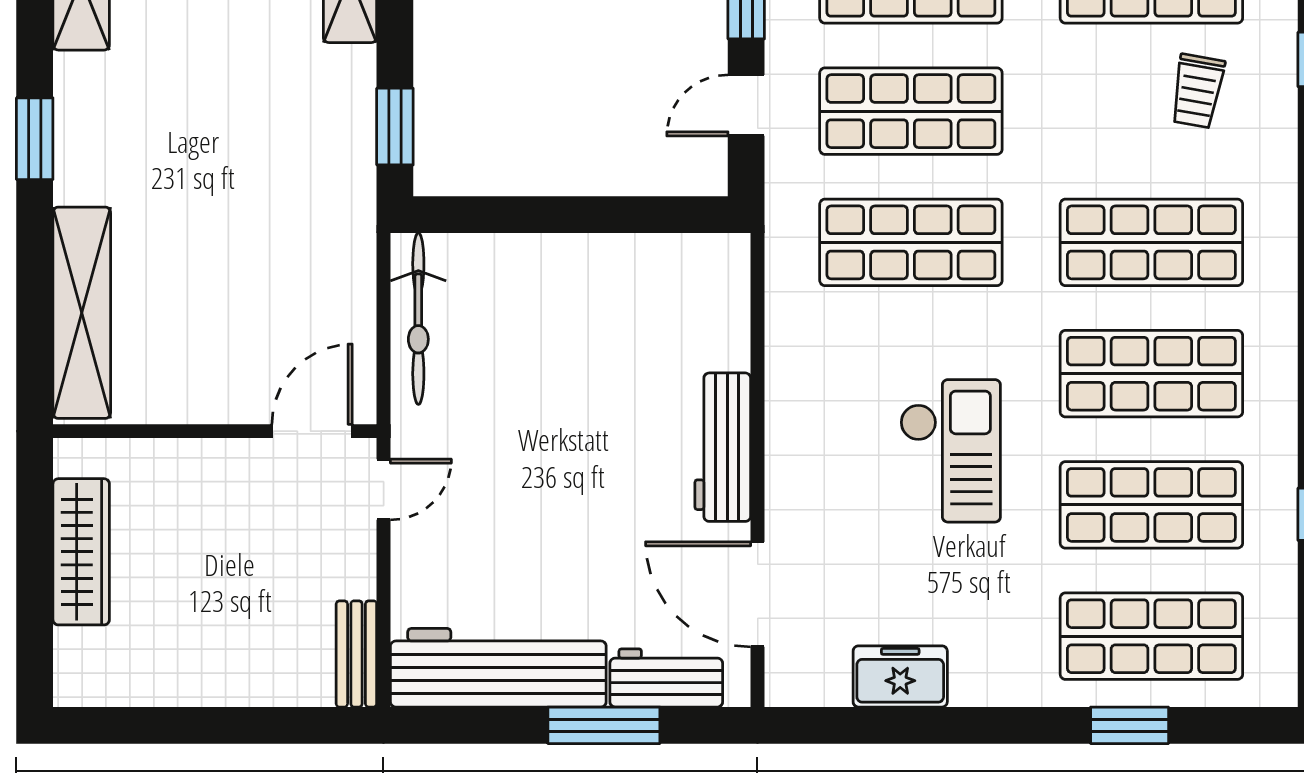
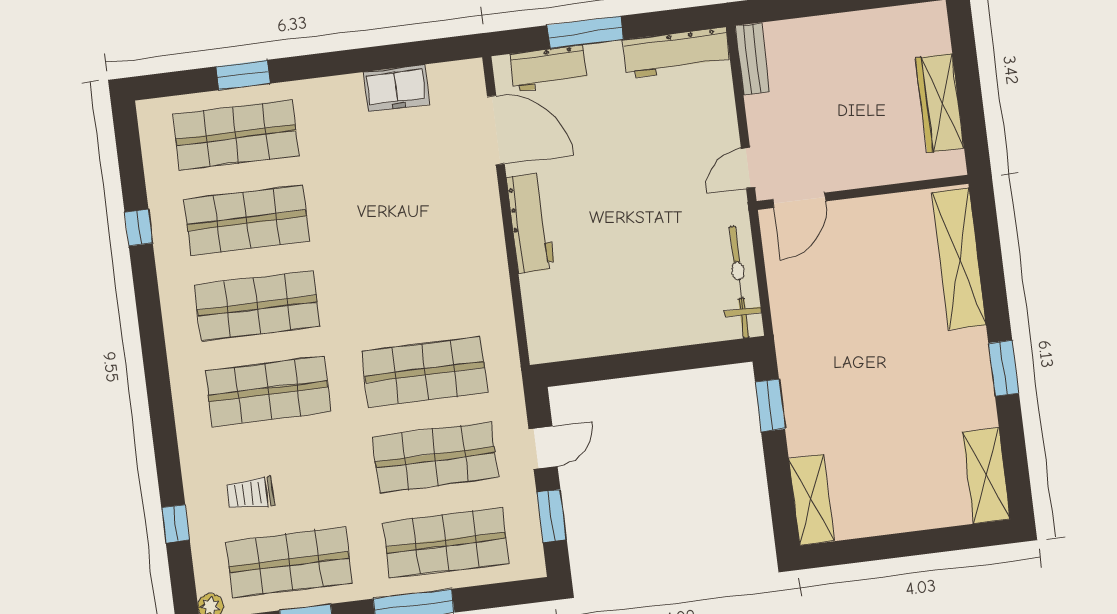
trolley: (1197, 91) -> (250, 494), turned -100
checkout: (950, 451) -> (382, 239), removed
workbench: (498, 668) -> (677, 53), width x0.73, depth x0.76

